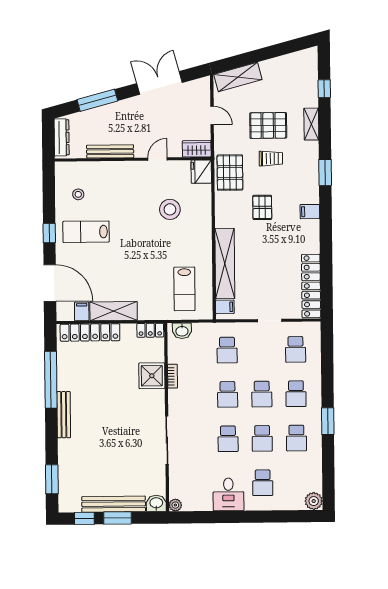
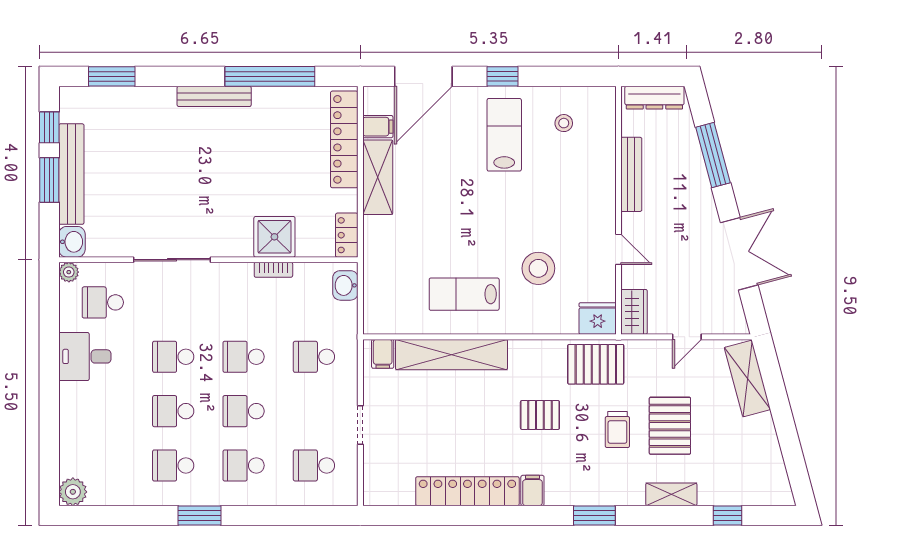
locker: (311, 286) -> (467, 491), moved
lab bench: (184, 289) -> (464, 294), moved
school desk: (263, 483) -> (103, 302), moved

